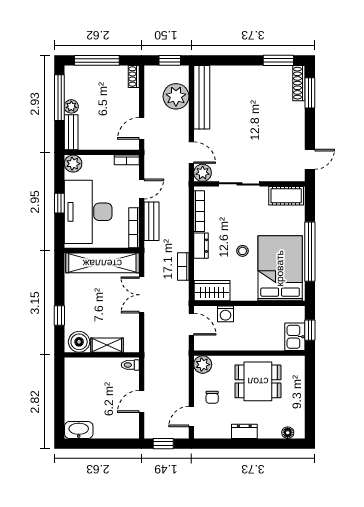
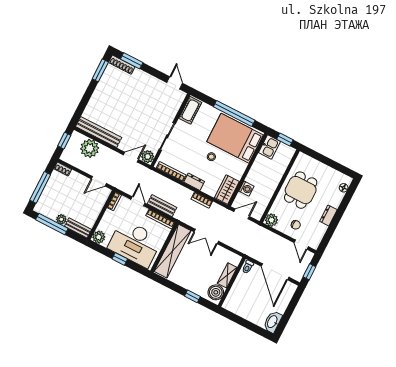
door: (142, 128) -> (99, 181), hinge flipped
kitchen sink: (295, 337) -> (269, 147), moved, turned -90
door: (142, 402) -> (275, 272), width x1.88

